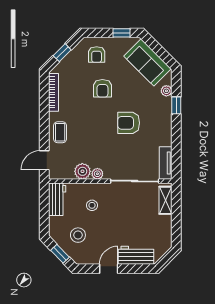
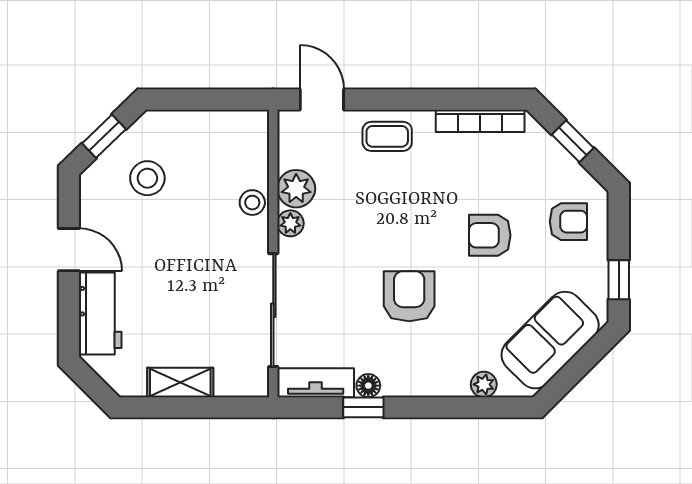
armchair: (97, 55) -> (568, 222), turned 180
window: (176, 105) -> (363, 407), moved
floor lamp: (167, 140) -> (368, 386), added
workbench: (57, 199) -> (231, 129), removed
shelving: (166, 200) -> (180, 382), moved
stool: (92, 205) -> (252, 203), moved

